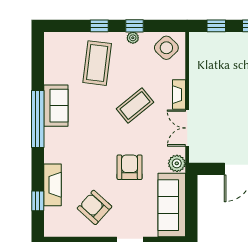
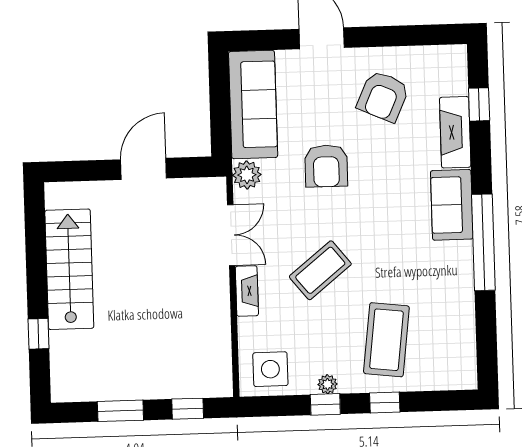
side table: (166, 48) -> (270, 369), turned 45
sofa: (56, 106) -> (452, 205), moved
armchair: (95, 207) -> (383, 96), turned 72

